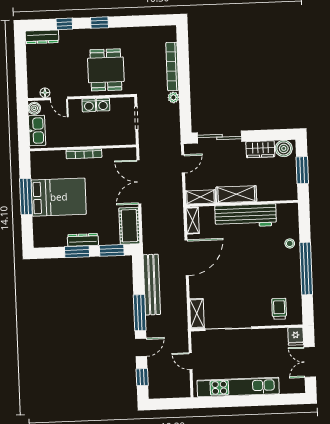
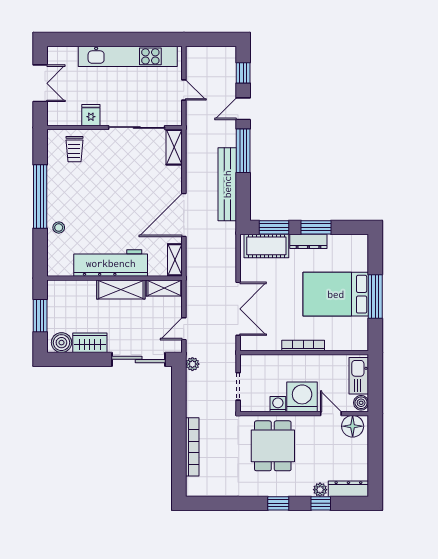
plant: (65, 35) -> (320, 490), added
floor lamp: (45, 93) -> (353, 426), width x1.89, depth x1.89
plant: (173, 97) -> (192, 364), moved
washing machine: (89, 105) -> (302, 397), width x1.89, depth x1.89
cot: (129, 226) -> (266, 246), moved, turned 90
fridge: (296, 336) -> (91, 115), moved

